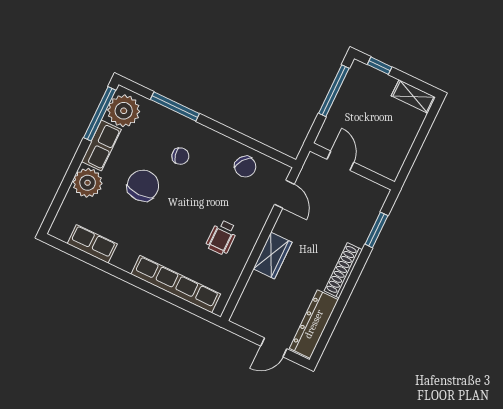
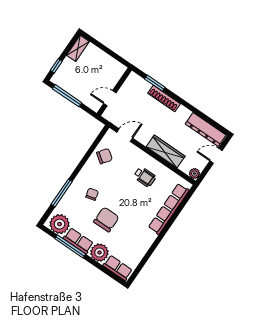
window: (100, 114) -> (70, 246), moved
chair: (143, 186) -> (106, 219), turned 90
row of seats: (92, 244) -> (118, 268), moved, turned 90
wardrobe: (273, 255) -> (166, 151), width x1.50
shoe rack: (343, 270) -> (164, 98), moved
plant: (240, 317) -> (194, 174), added
door: (274, 347) -> (216, 156), swing flipped

